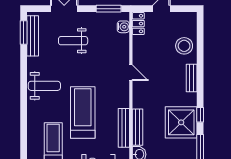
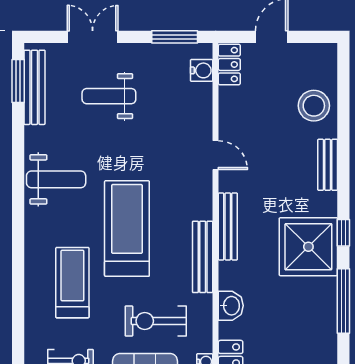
bench: (137, 127) -> (228, 226), moved

